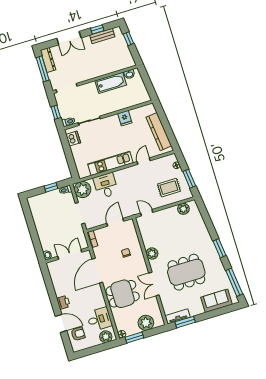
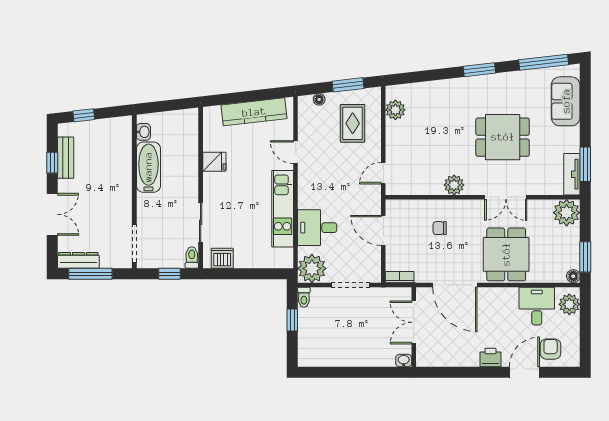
dining table: (186, 272) -> (503, 137), width x0.73
plant: (146, 323) -> (567, 213), moved

